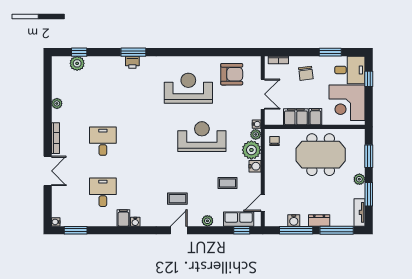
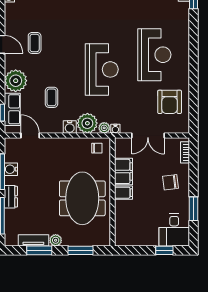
corner desk: (347, 103) -> (139, 227), removed
tv unit: (360, 212) -> (33, 240), moved
plant: (207, 221) -> (16, 81), width x1.87, depth x1.87

